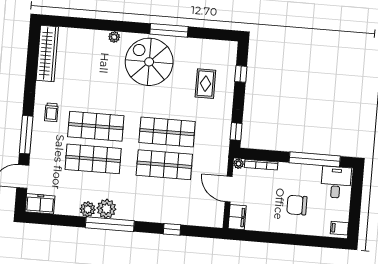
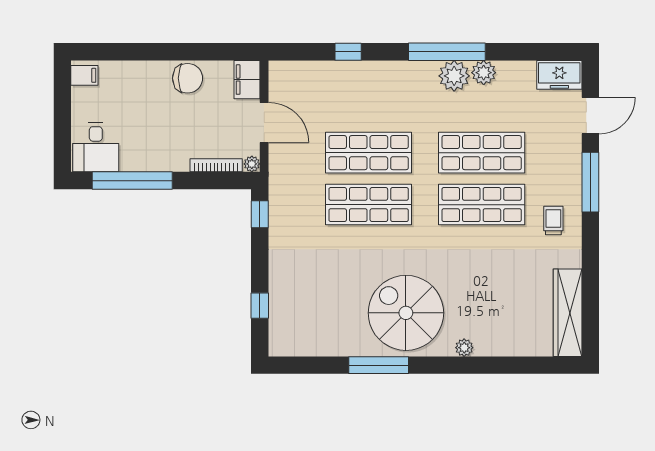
spiral stairs: (149, 62) -> (406, 313), turned 180
rug: (205, 84) -> (314, 286), removed
chair: (297, 205) -> (188, 78), moved

